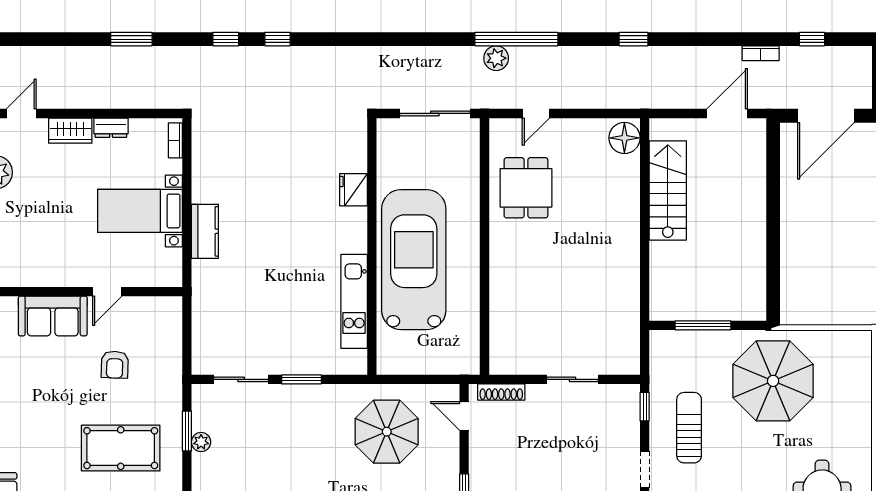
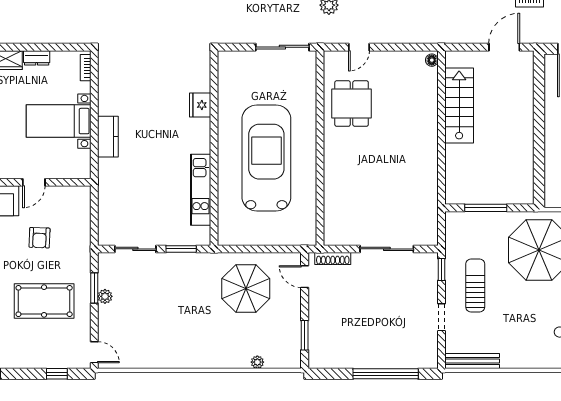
floor lamp: (624, 138) -> (432, 60), width x0.53, depth x0.53
fridge: (353, 190) -> (200, 105), moved
wall: (372, 246) -> (214, 148), moved
kitchen unit: (354, 301) -> (201, 190), moved
sliding door: (573, 379) -> (387, 249), width x1.37

